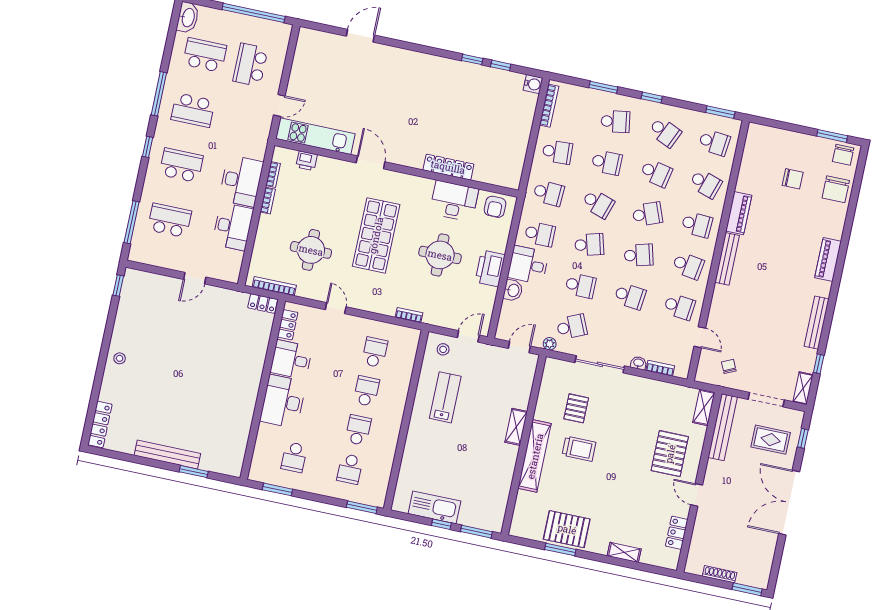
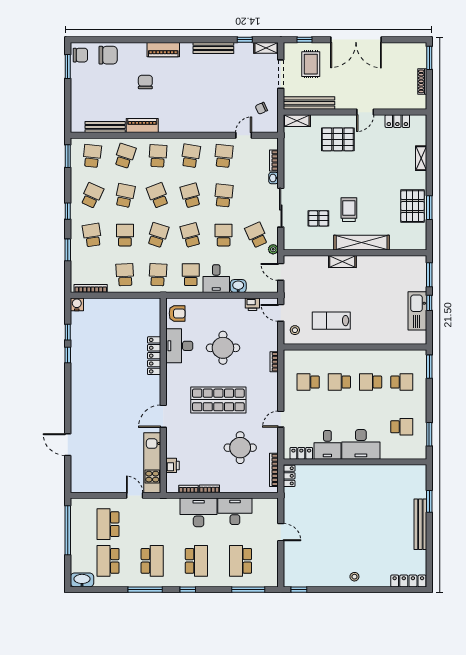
school desk: (250, 65) -> (108, 524), turned 90
school desk: (181, 165) -> (196, 561), turned 180
chair: (793, 179) -> (145, 82), moved
bench: (727, 259) -> (105, 127), moved
printer: (490, 268) -> (252, 304), moved, width x0.53, depth x0.68

